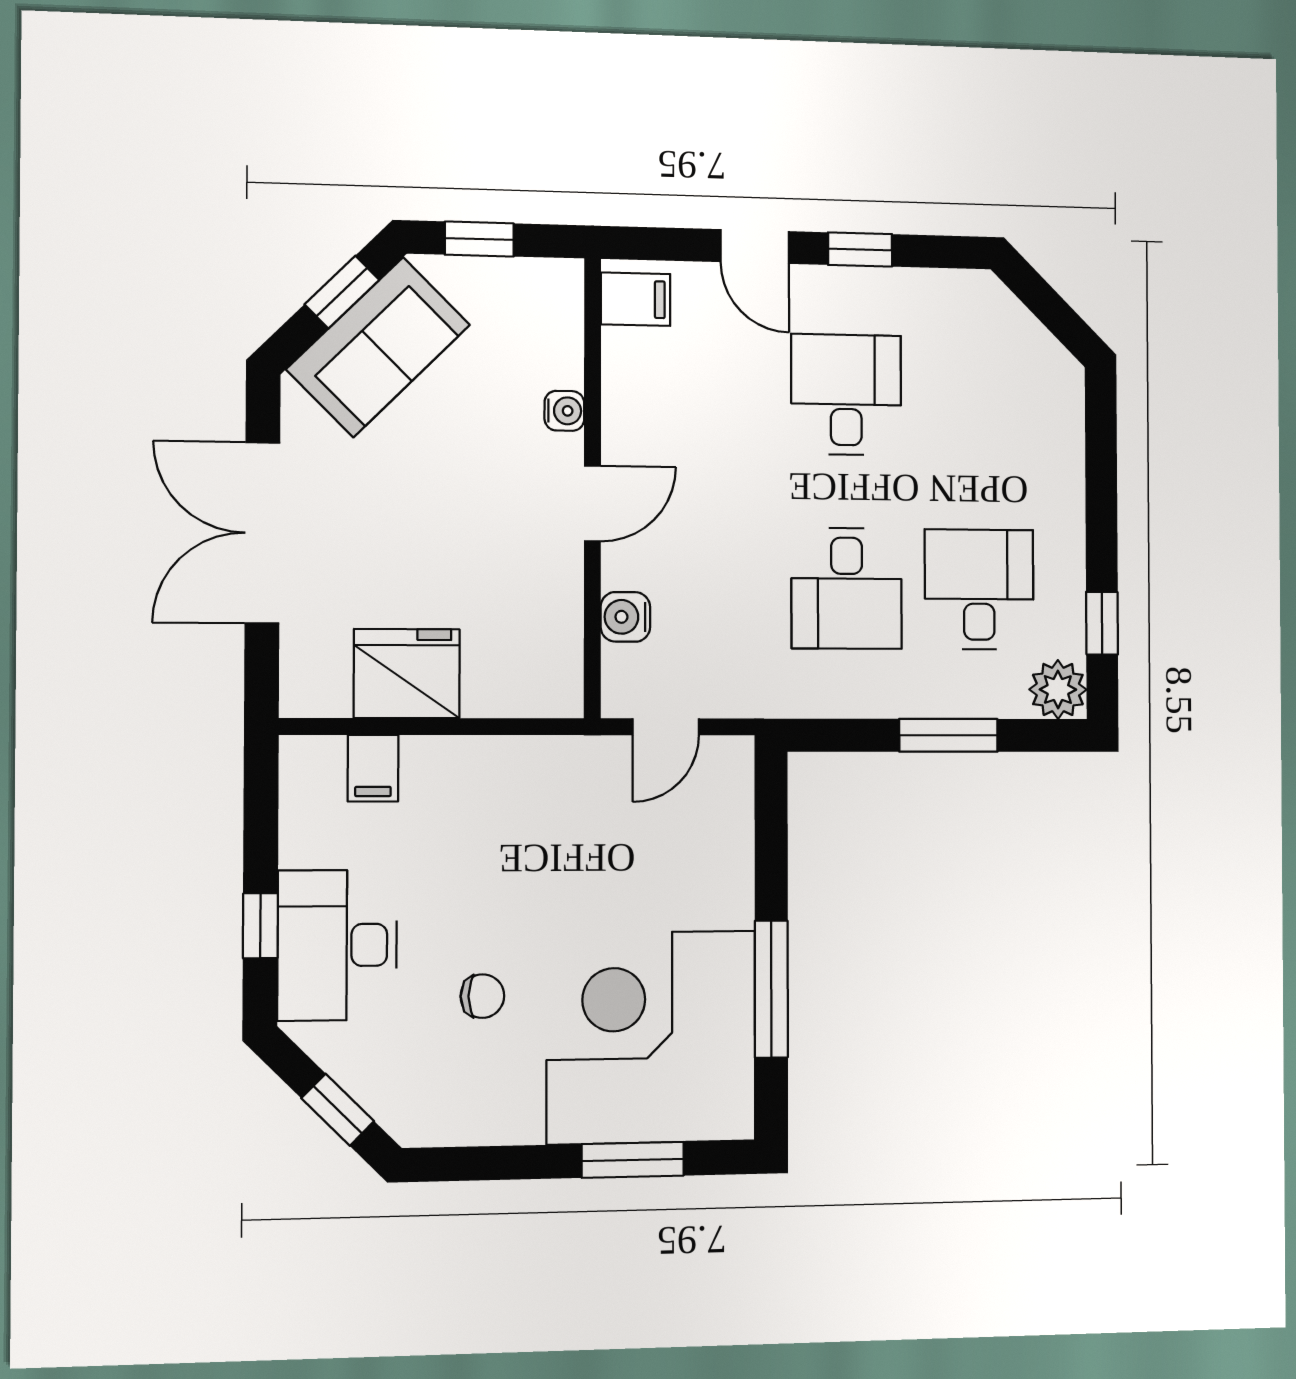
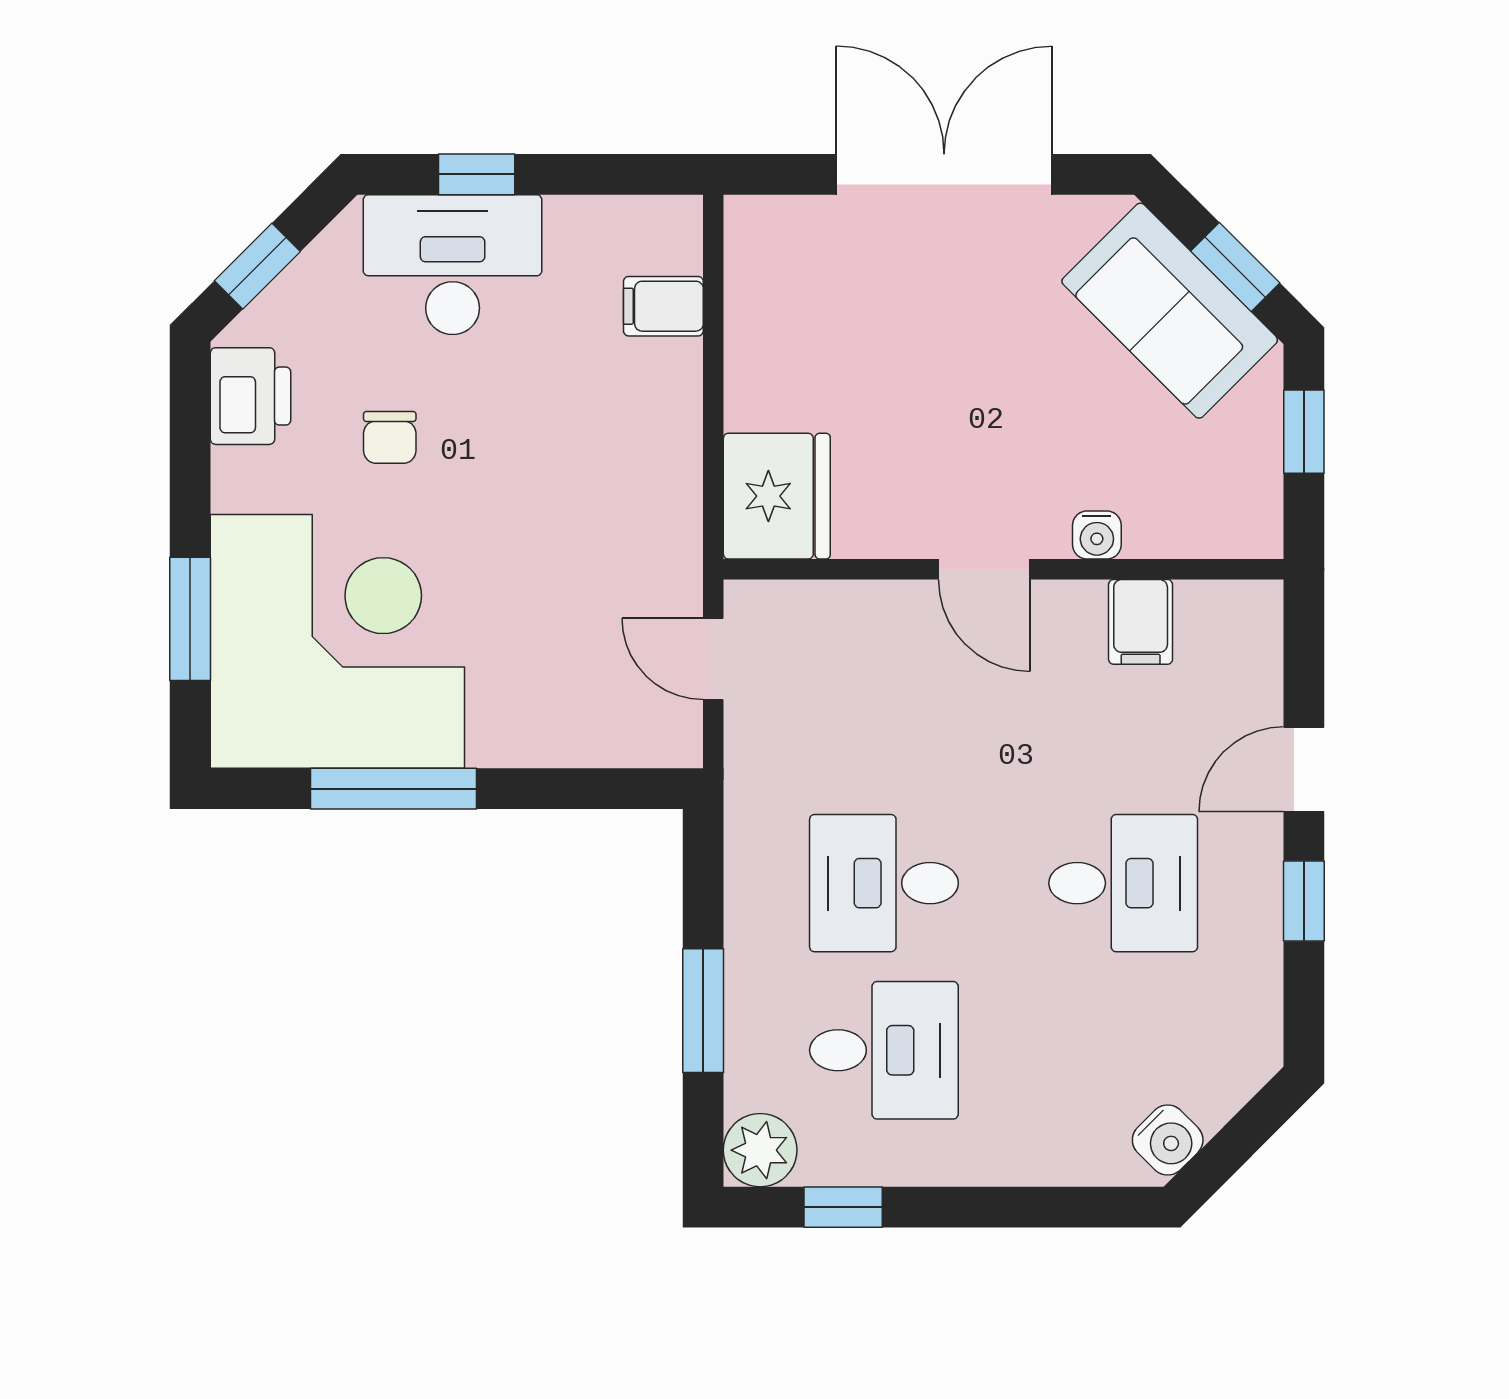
filing cabinet: (636, 299) -> (1141, 622), moved
water cooler: (625, 617) -> (1168, 1140), moved, turned 135
fridge: (407, 674) -> (777, 496), moved
printer: (447, 1113) -> (251, 396), added

